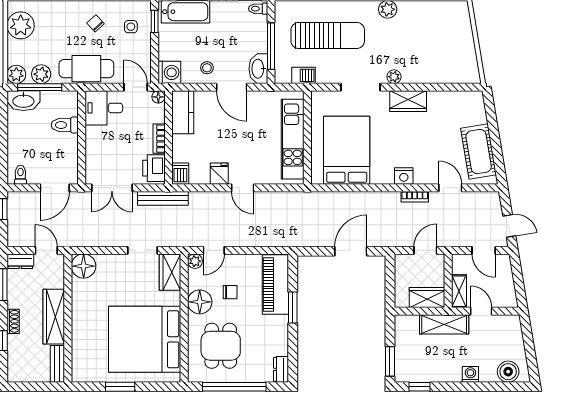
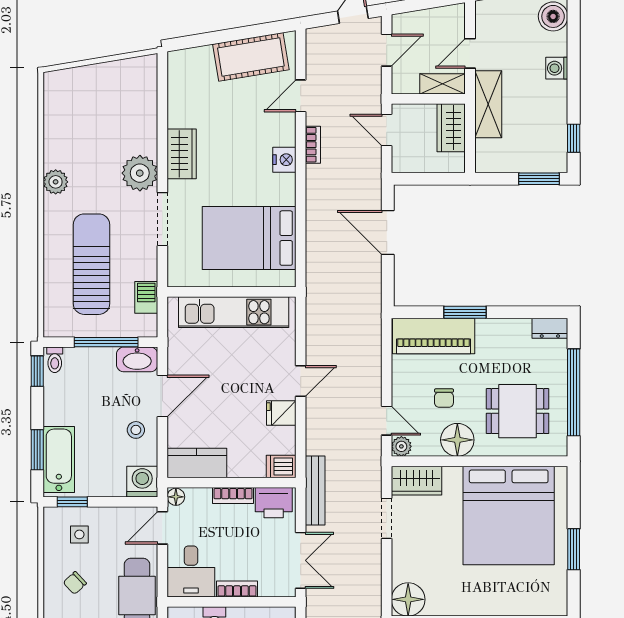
plant: (394, 77) -> (140, 173), width x1.87, depth x1.87
bookcase: (91, 141) -> (237, 589), added
chair: (230, 292) -> (444, 398), turned 180

